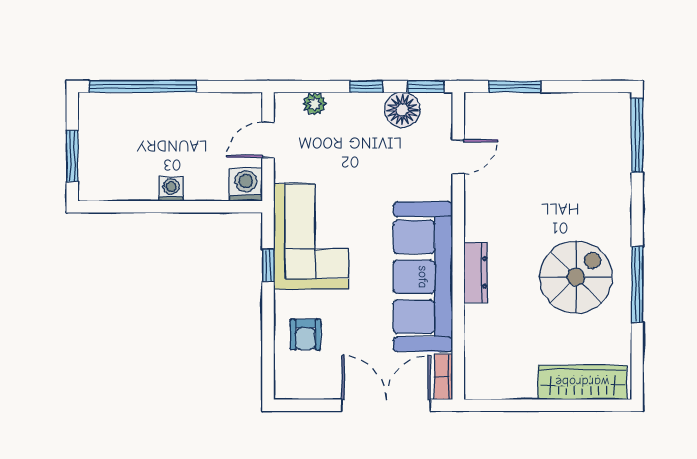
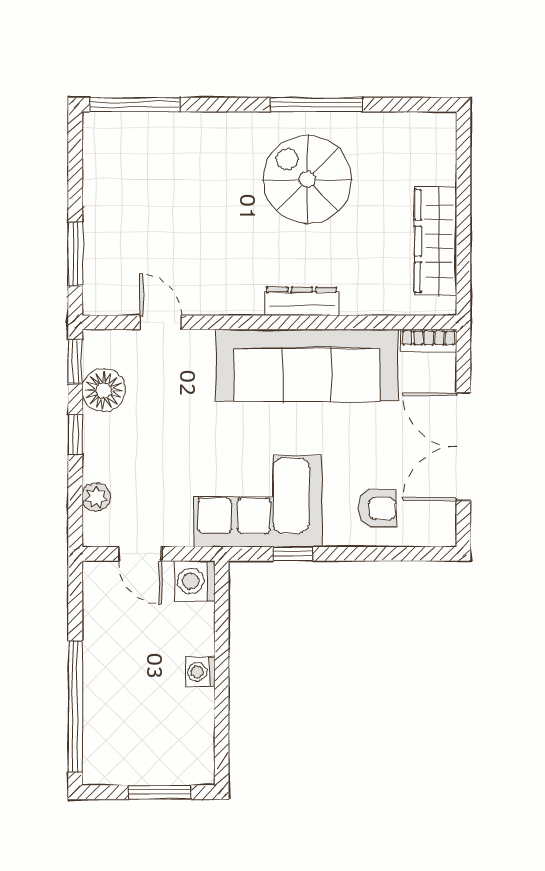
wardrobe: (582, 382) -> (436, 241), moved
double door: (386, 405) -> (463, 447), moved

